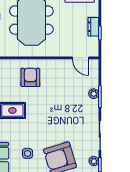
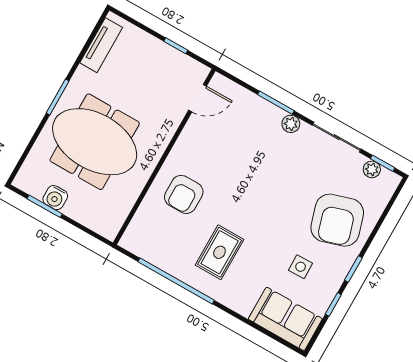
dresser: (93, 27) -> (160, 50), removed
armchair: (30, 77) -> (184, 194), turned -90
plant: (94, 94) -> (291, 124), moved

